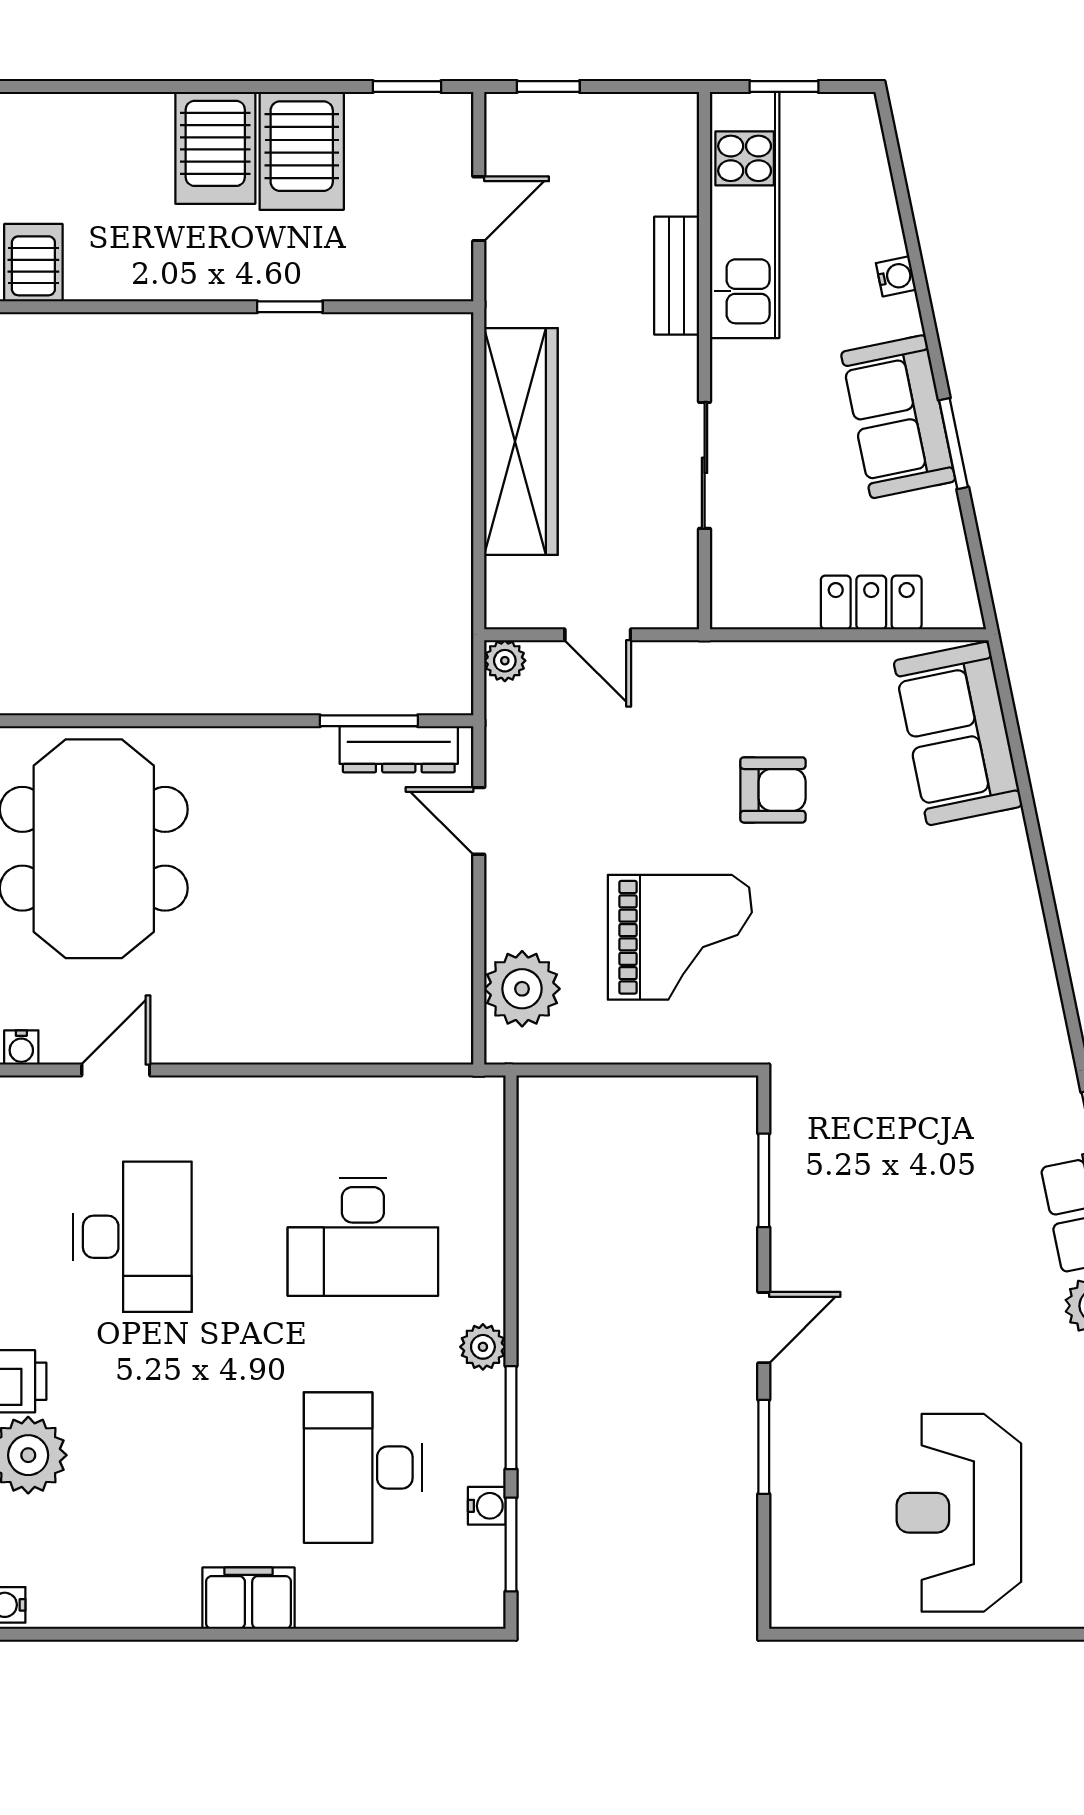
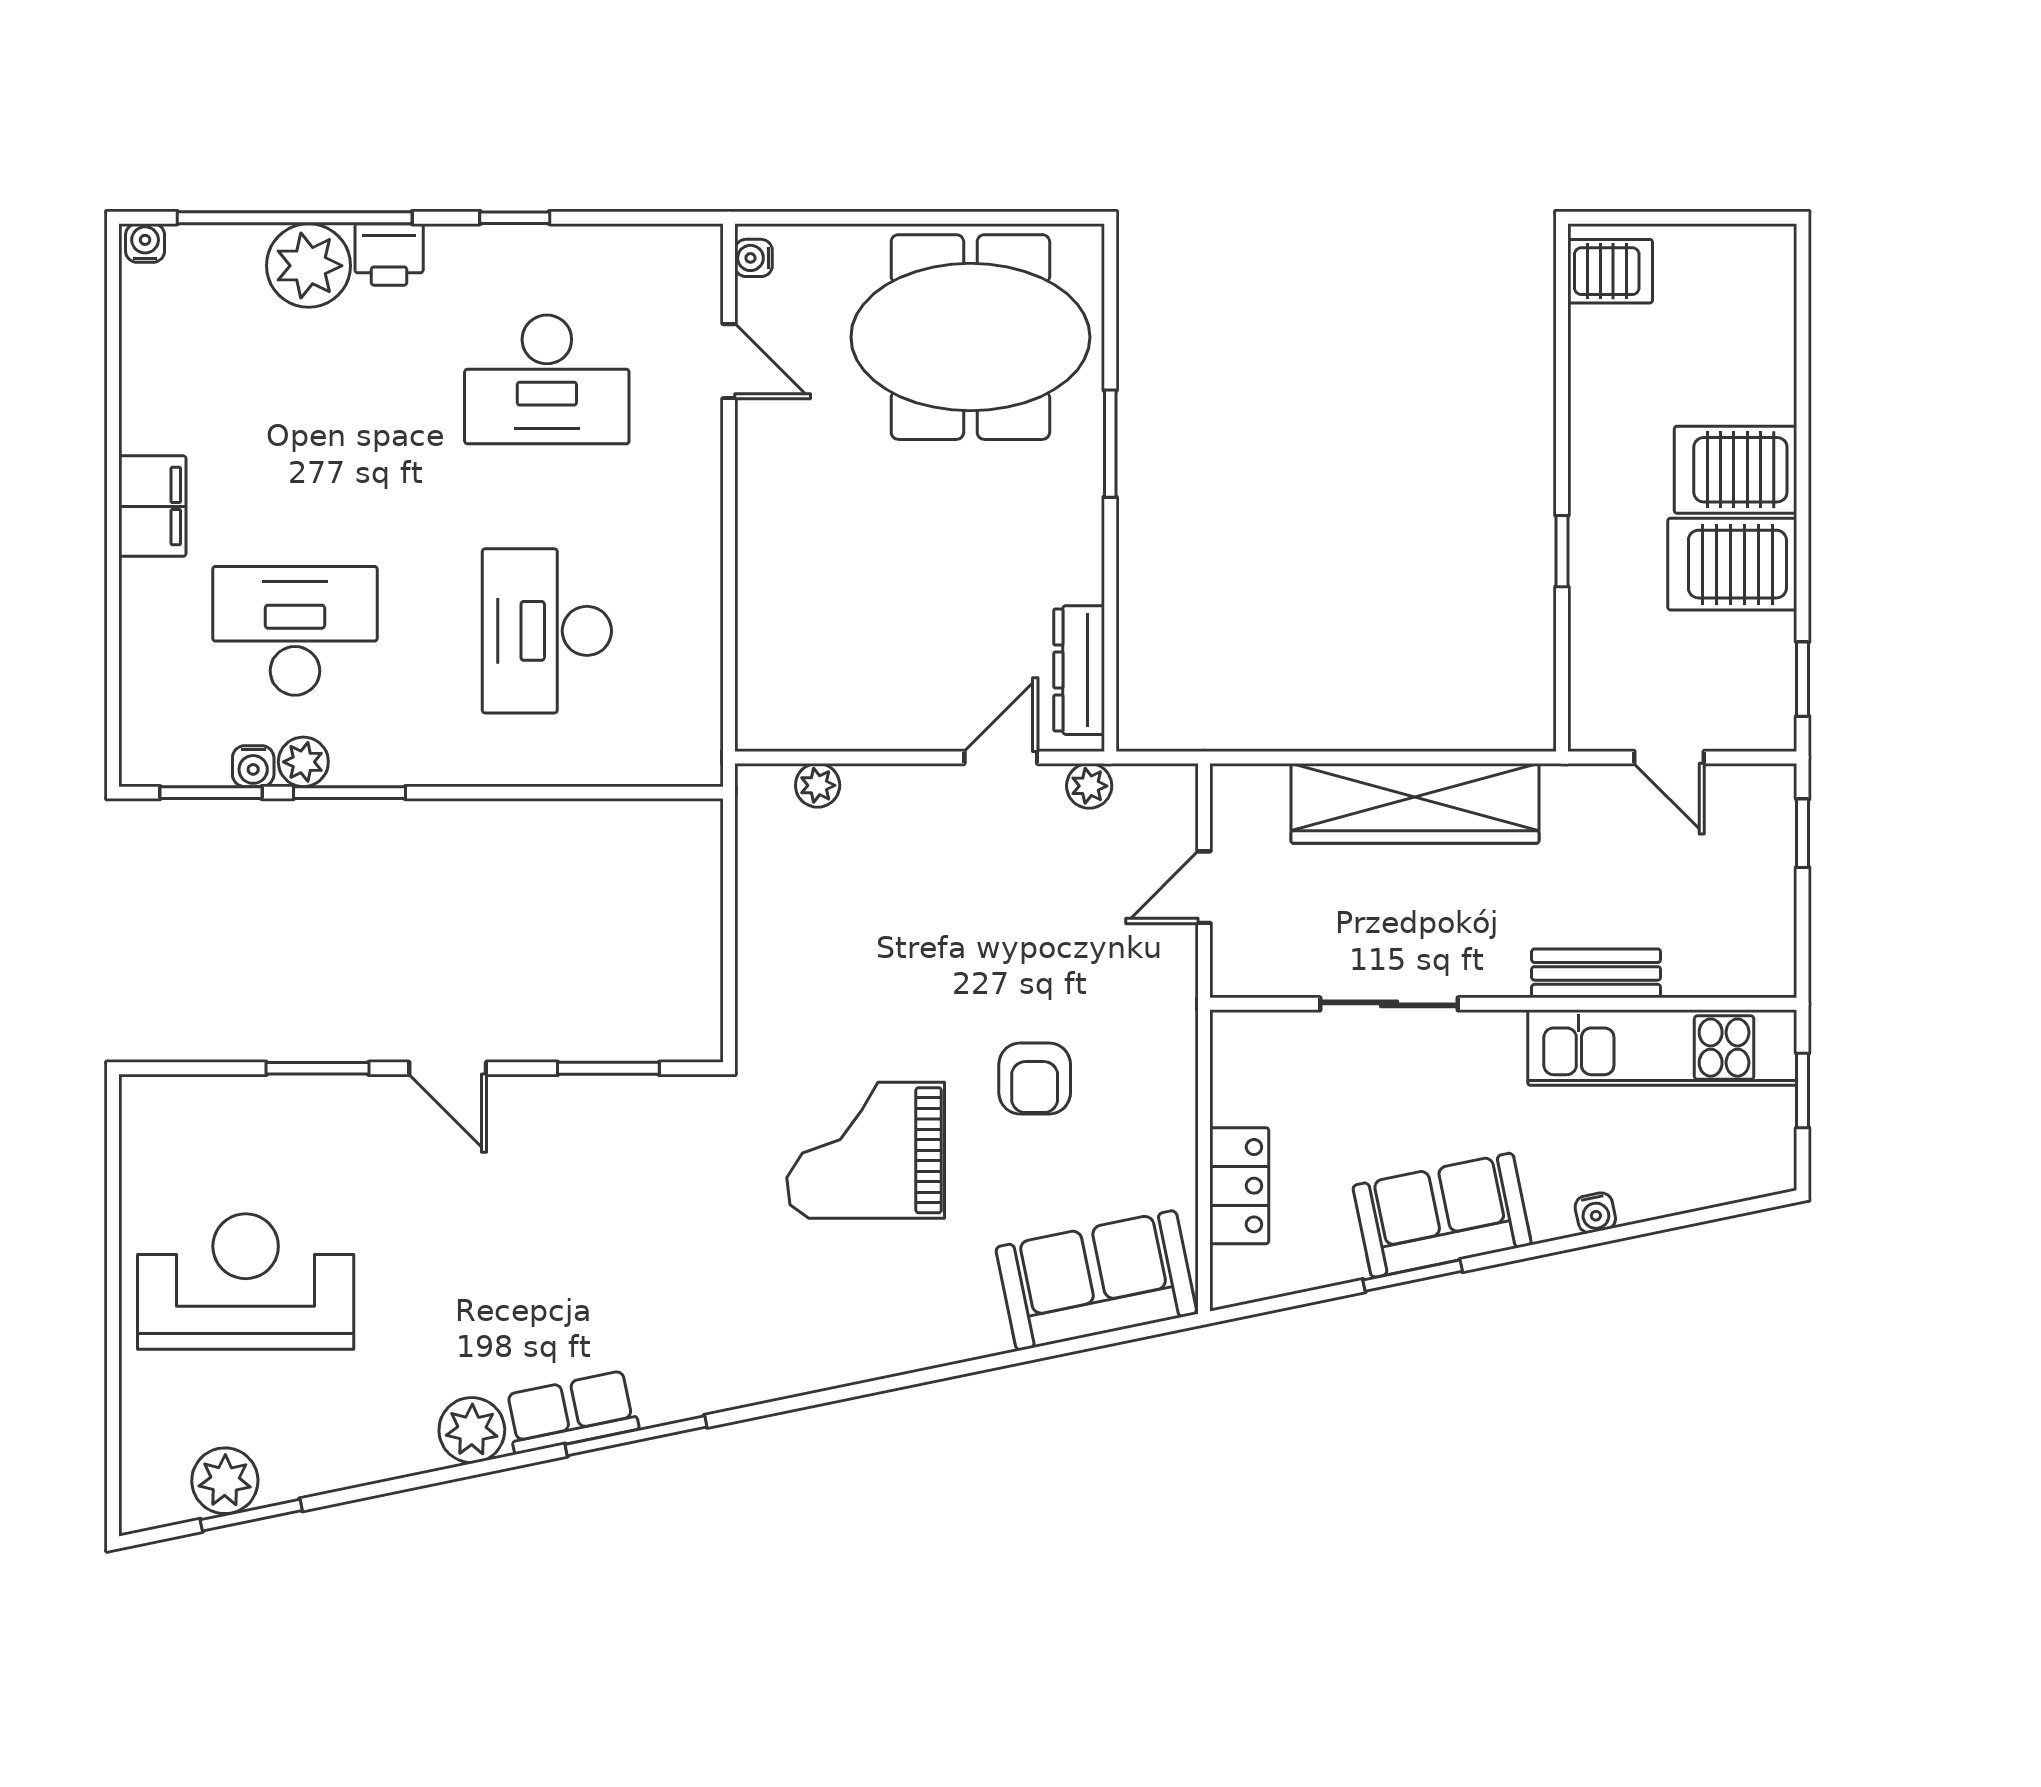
plant: (505, 661) -> (1089, 786), moved
window: (369, 721) -> (1110, 444), moved
grand piano: (680, 937) -> (866, 1150), moved, turned 90
plant: (522, 989) -> (818, 785), width x0.53, depth x0.53
plant: (483, 1347) -> (303, 762), moved

